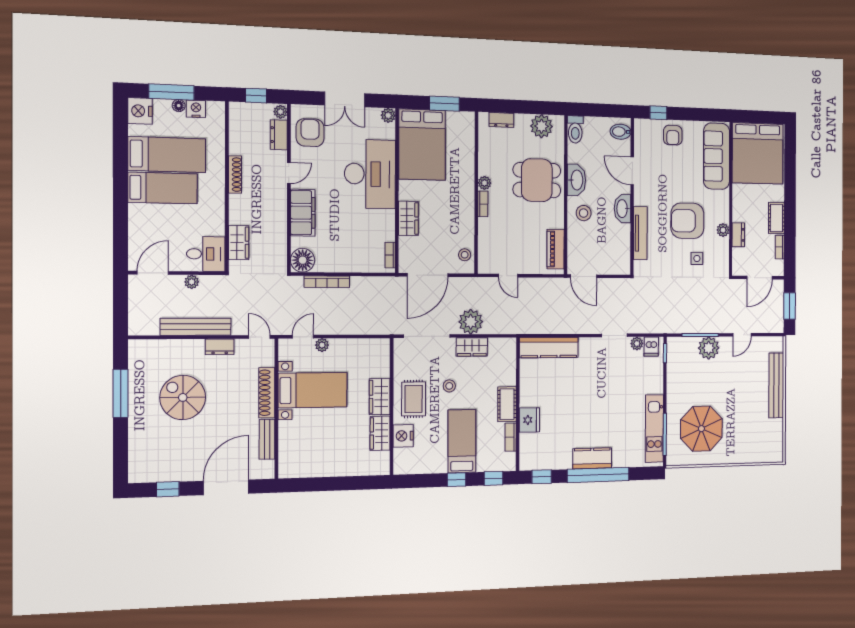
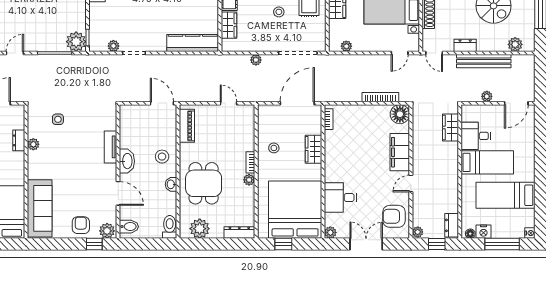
window: (444, 104) -> (283, 244), width x0.67
floor lamp: (179, 106) -> (470, 234), moved
nightstand: (140, 111) -> (530, 233), width x0.53, depth x0.56
dresser: (501, 120) -> (239, 232), width x1.44
plant: (644, 128) -> (107, 231), added
armchair: (310, 133) -> (394, 216), turned 90
dresser: (279, 135) -> (452, 225), moved, turned 180
bed: (422, 145) -> (295, 210), width x1.36
desk: (370, 174) -> (340, 198), width x0.53, depth x0.77
shoe rack: (235, 175) -> (453, 181), removed
dining table: (537, 180) -> (204, 183), turned 90
washbasin: (576, 180) -> (171, 184), width x0.52, depth x0.69
bed: (163, 188) -> (487, 162), moved, turned 180
armchair: (687, 221) -> (67, 152), removed
tv unit: (640, 233) -> (111, 147), width x0.71
desk: (206, 254) -> (476, 136), moved
stool: (465, 255) -> (274, 148), moved
plant: (471, 322) -> (256, 60), width x0.53, depth x0.53
plant: (322, 345) -> (346, 46), moved
wardrobe: (472, 347) -> (229, 25), moved, turned 90
dishwasher: (651, 347) -> (100, 43), removed
plant: (154, 348) -> (515, 44), added
plant: (709, 348) -> (76, 42), moved

